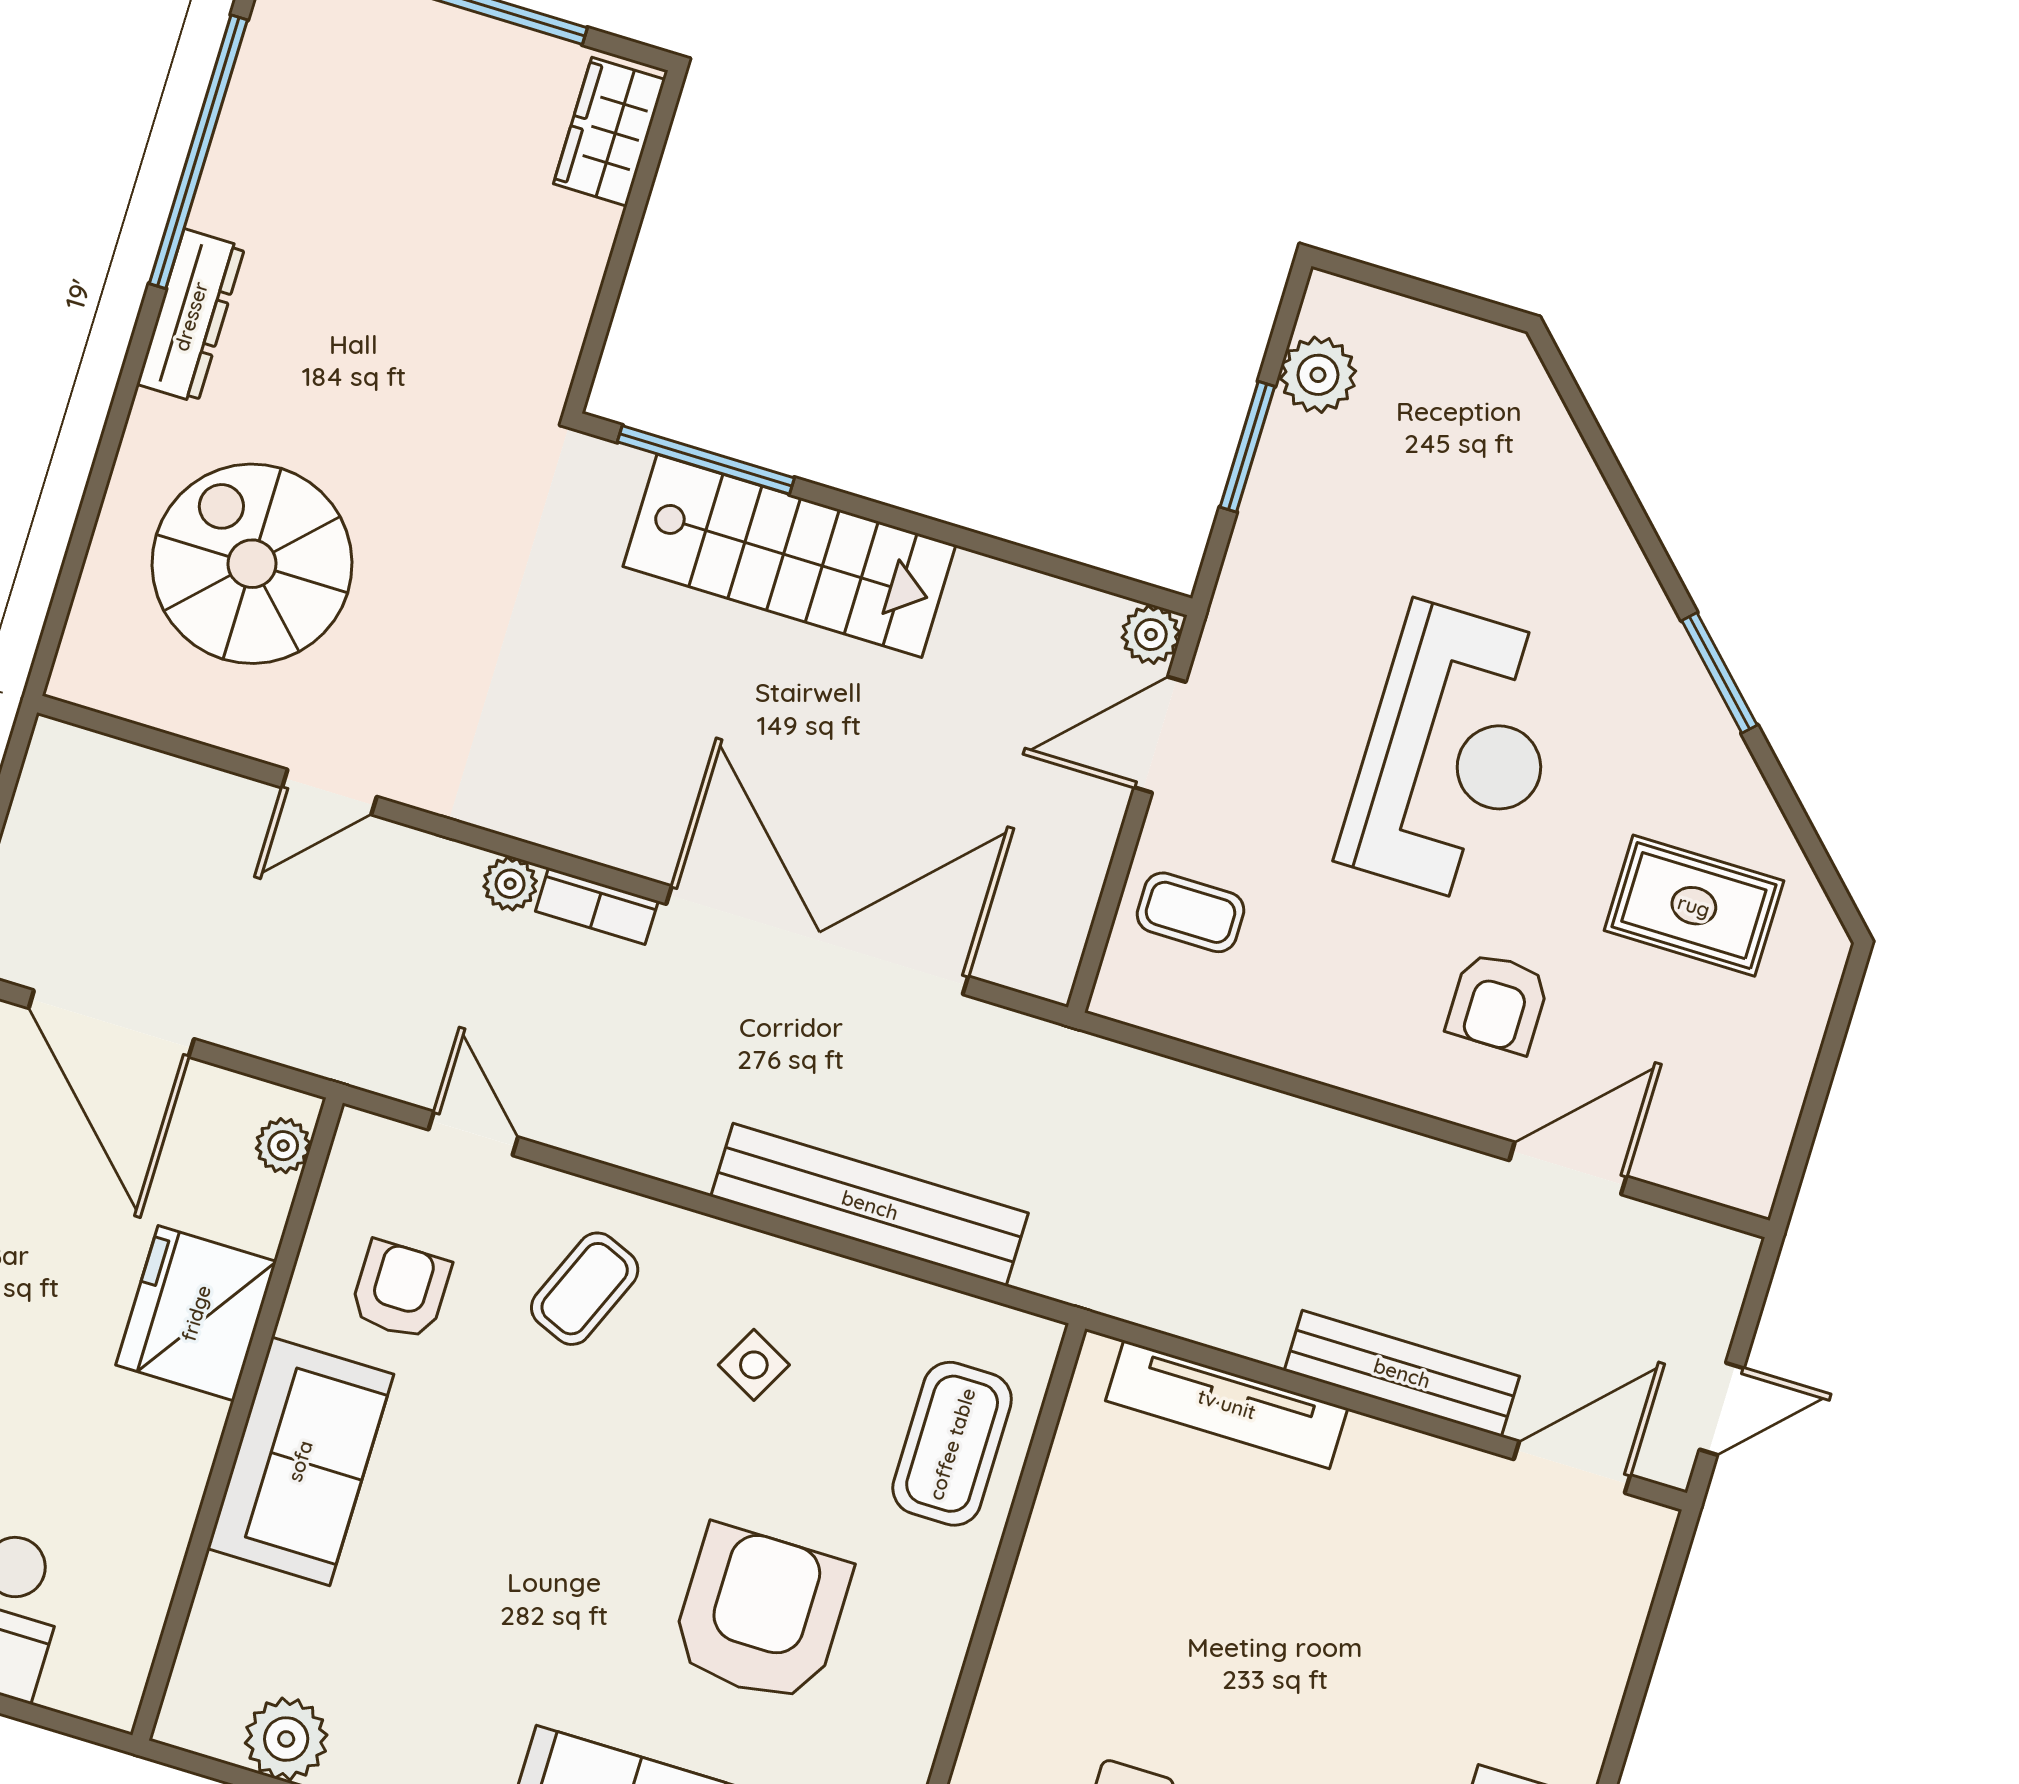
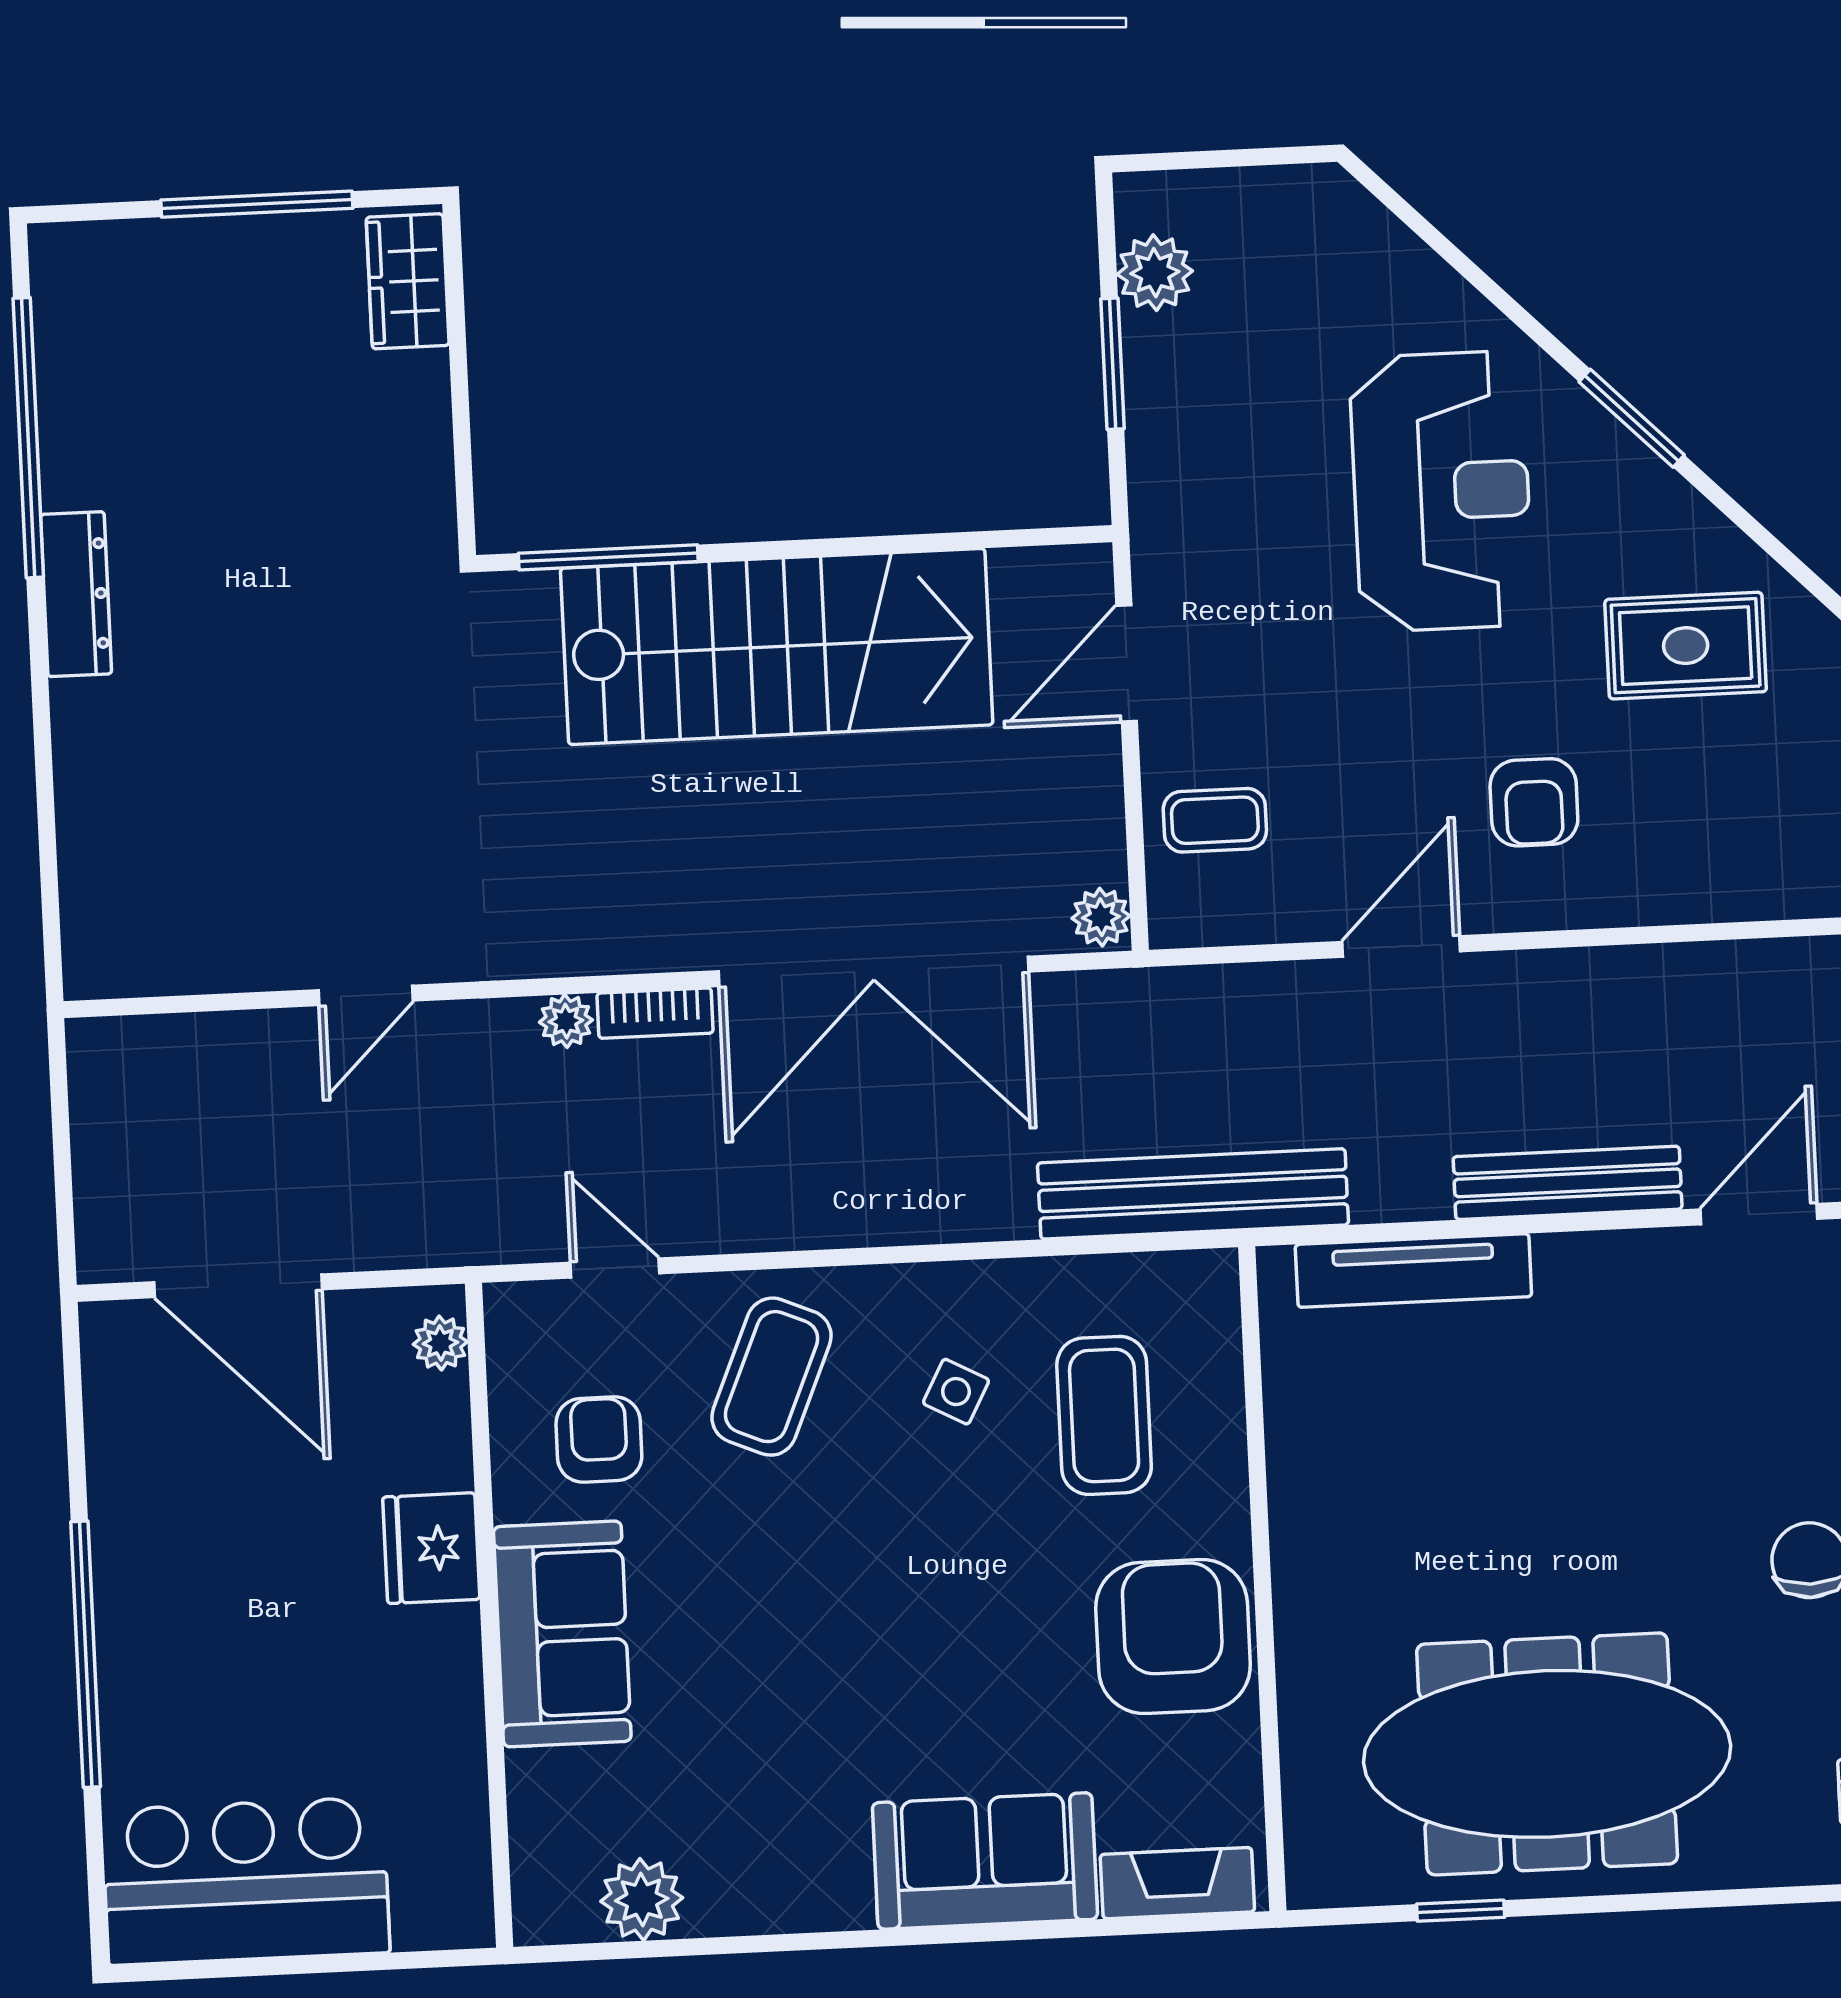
stairs: (789, 556) -> (777, 646), width x1.36, depth x1.51
spiral stairs: (252, 564) -> (216, 807), removed
plant: (1151, 635) -> (1101, 917), moved
reception desk: (1456, 754) -> (1441, 491), moved
double door: (817, 940) -> (873, 971), swing flipped
door: (1568, 1168) -> (1401, 947), moved
bench: (870, 1205) -> (1193, 1194), moved
coffee table: (585, 1289) -> (772, 1377), width x1.36, depth x1.30
fridge: (196, 1313) -> (431, 1548), width x0.73, depth x0.75
coffee table: (952, 1444) -> (1104, 1415), moved
armchair: (761, 1614) -> (1173, 1637), moved

